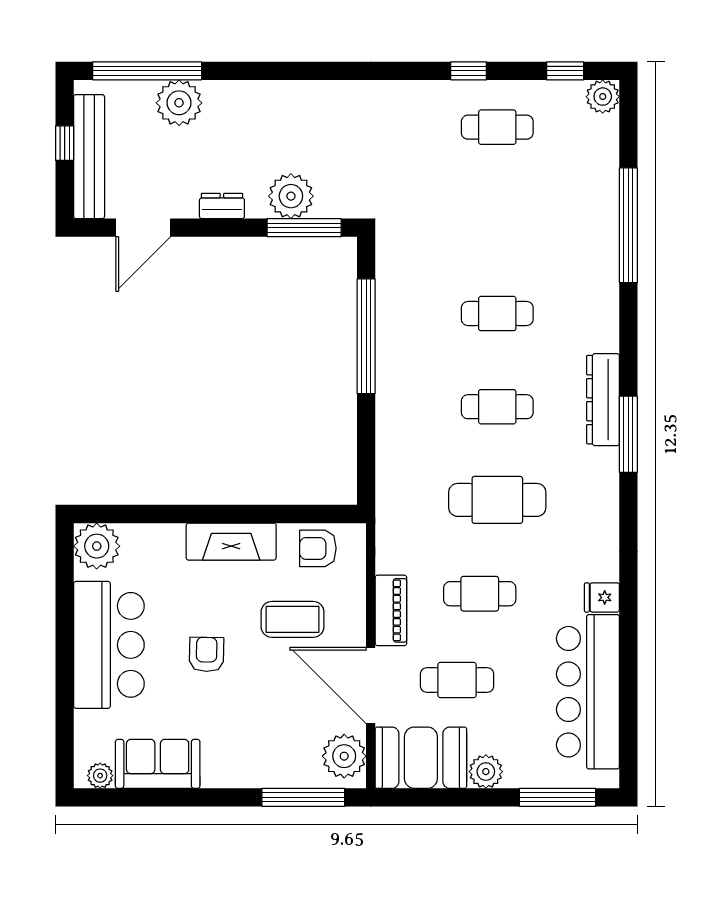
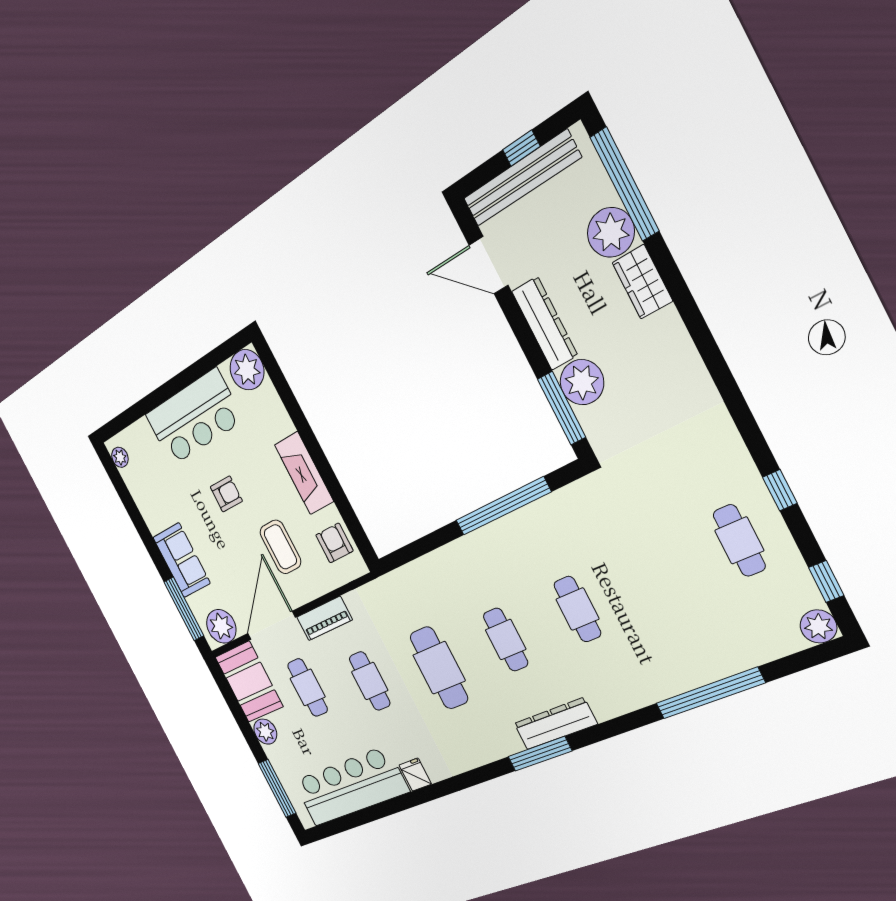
wardrobe: (235, 97) -> (642, 282), added
dresser: (222, 206) -> (545, 323), width x1.96, depth x1.24
sofa: (158, 764) -> (182, 560), moved

